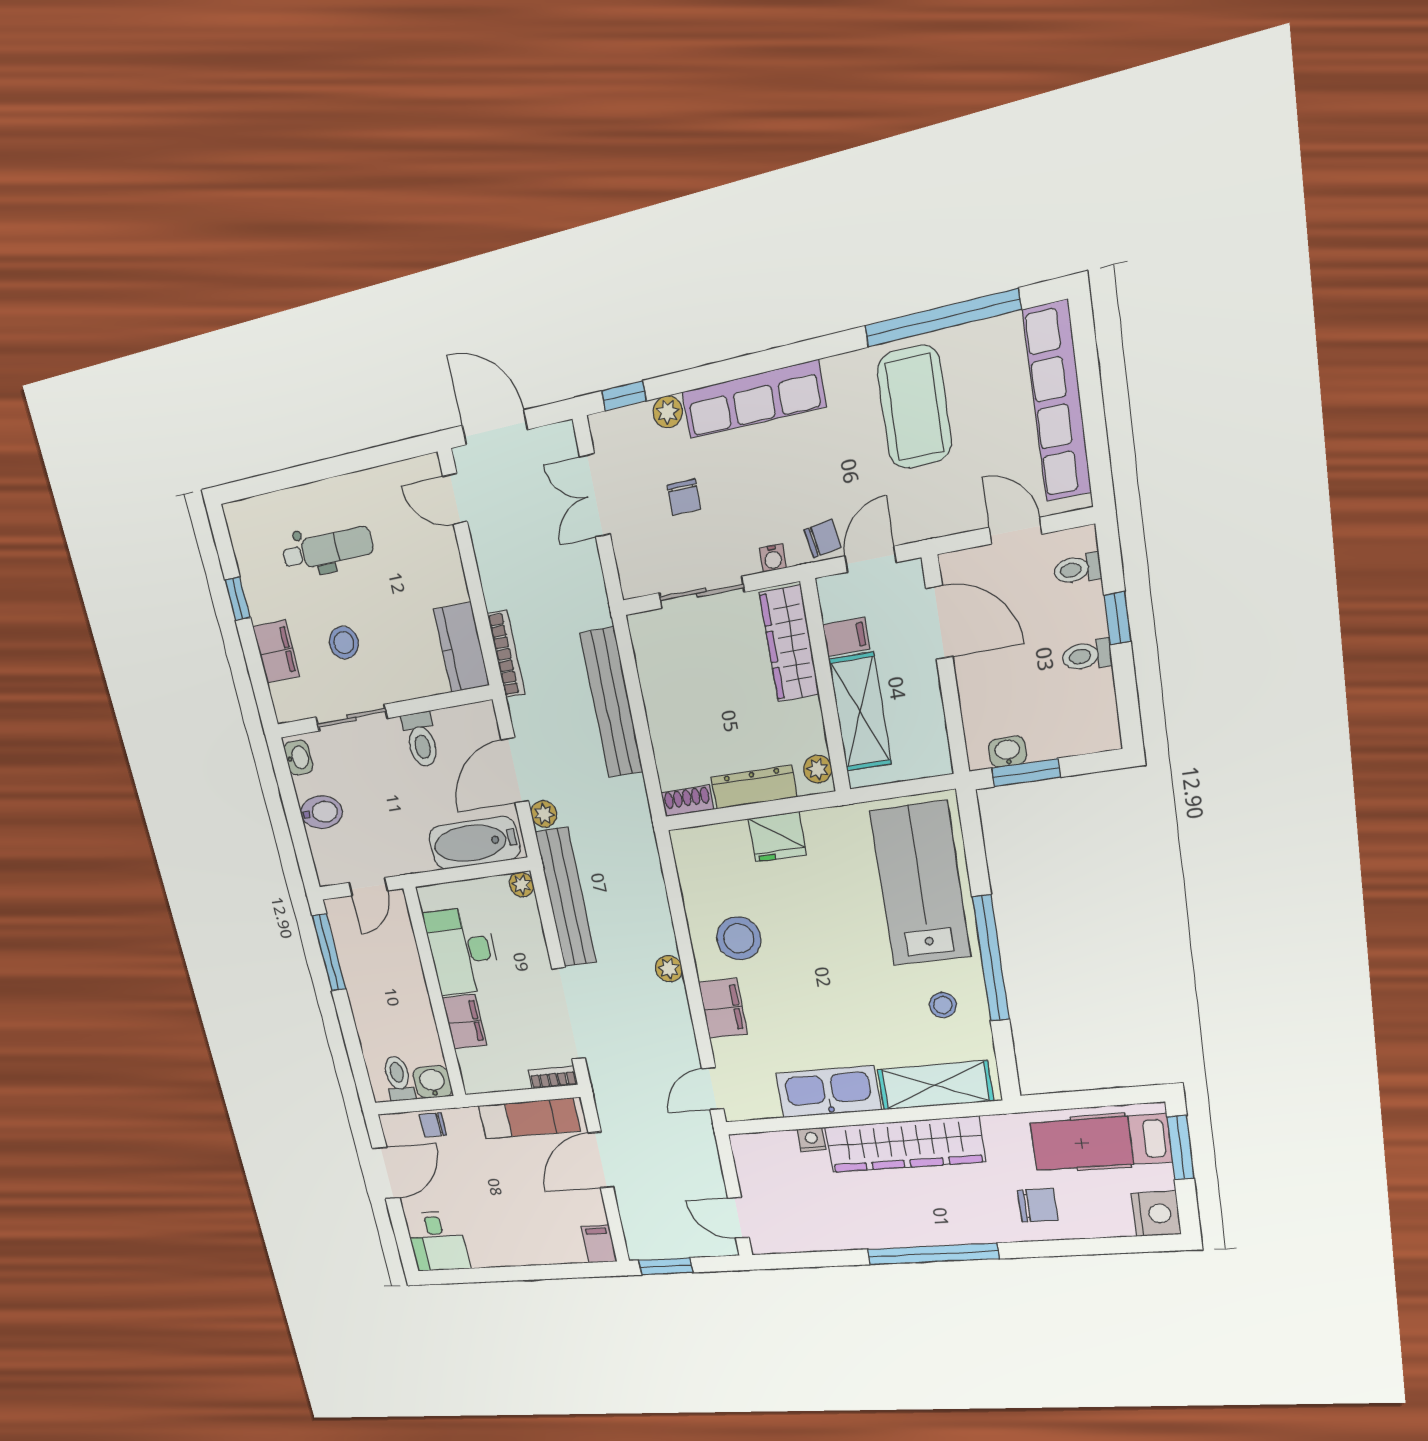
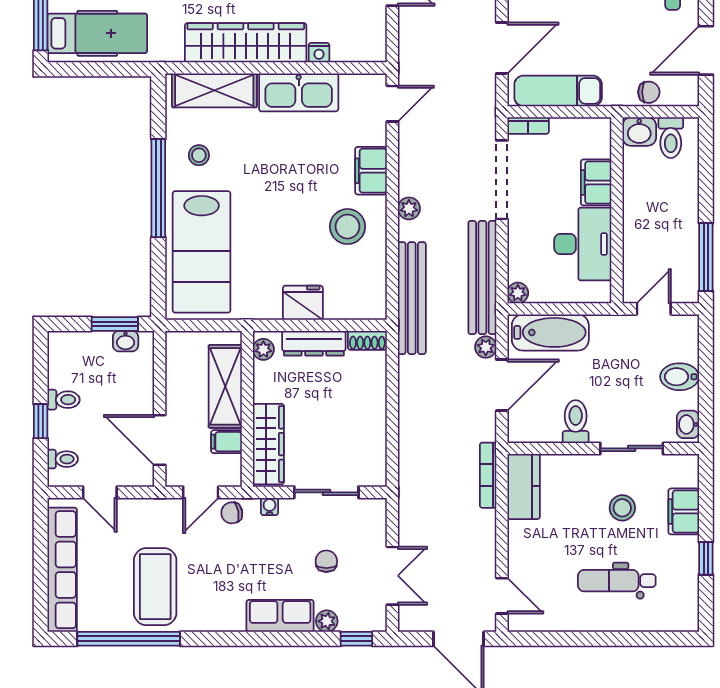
row of seats: (753, 399) -> (280, 616), width x0.68
bench: (612, 703) -> (412, 298), moved

